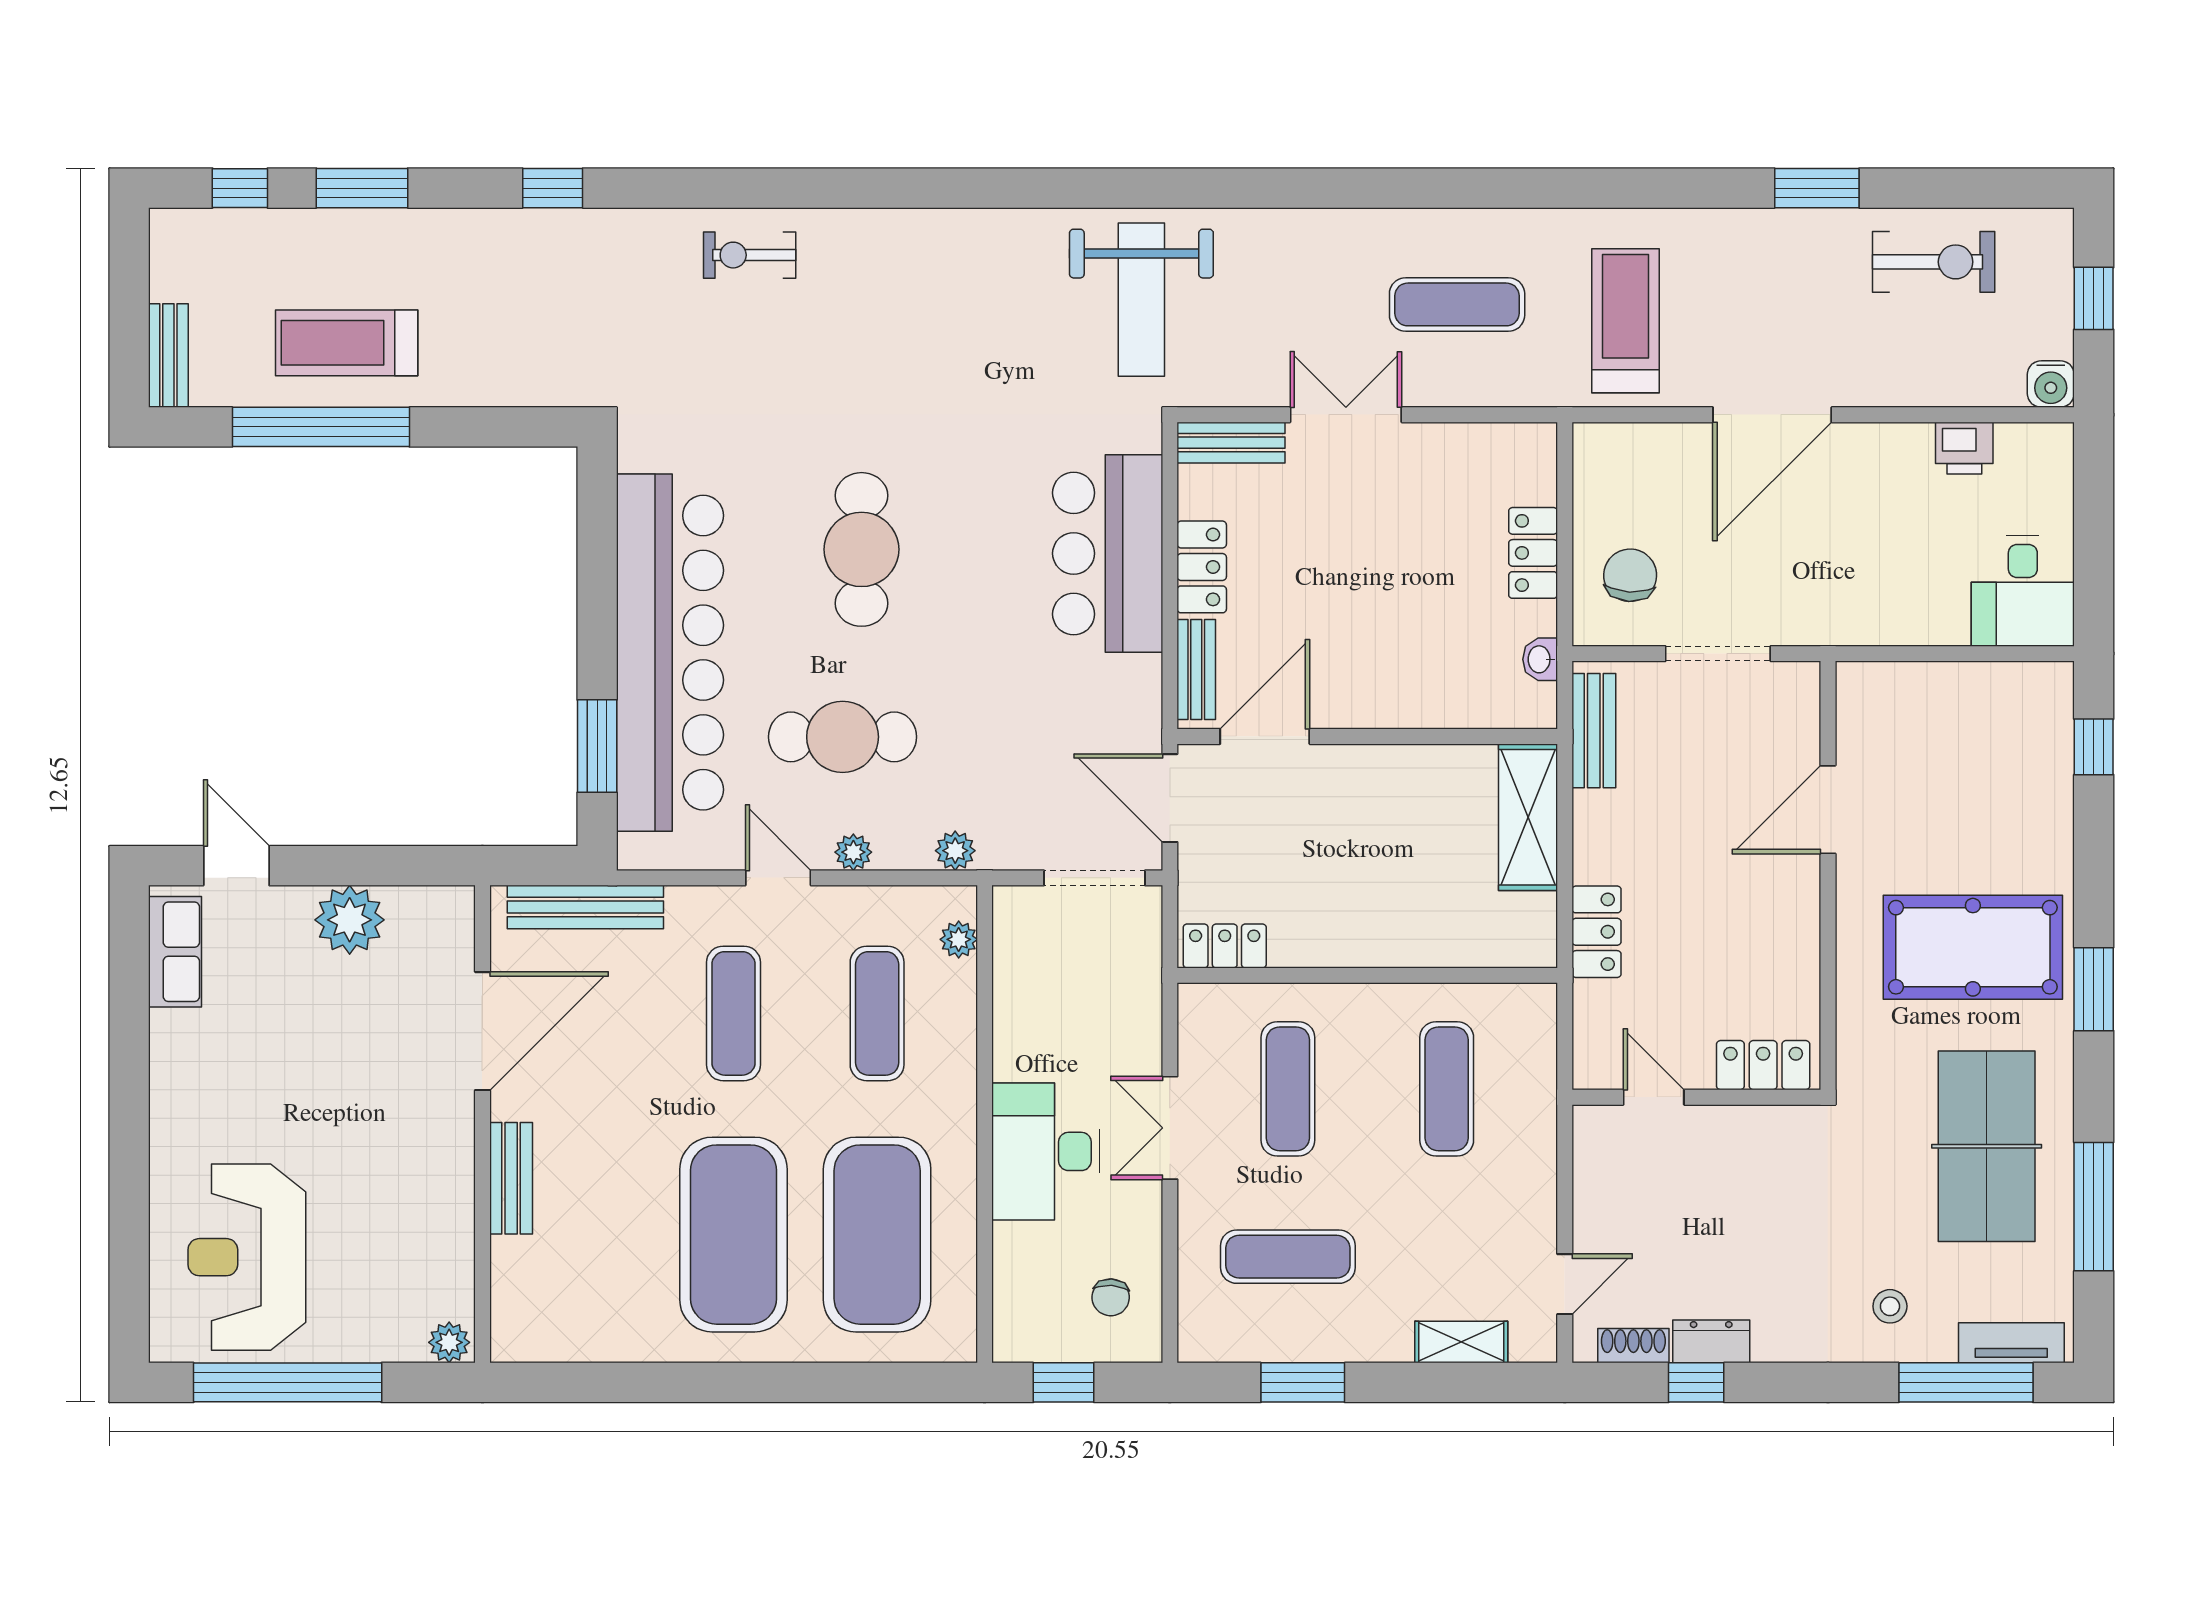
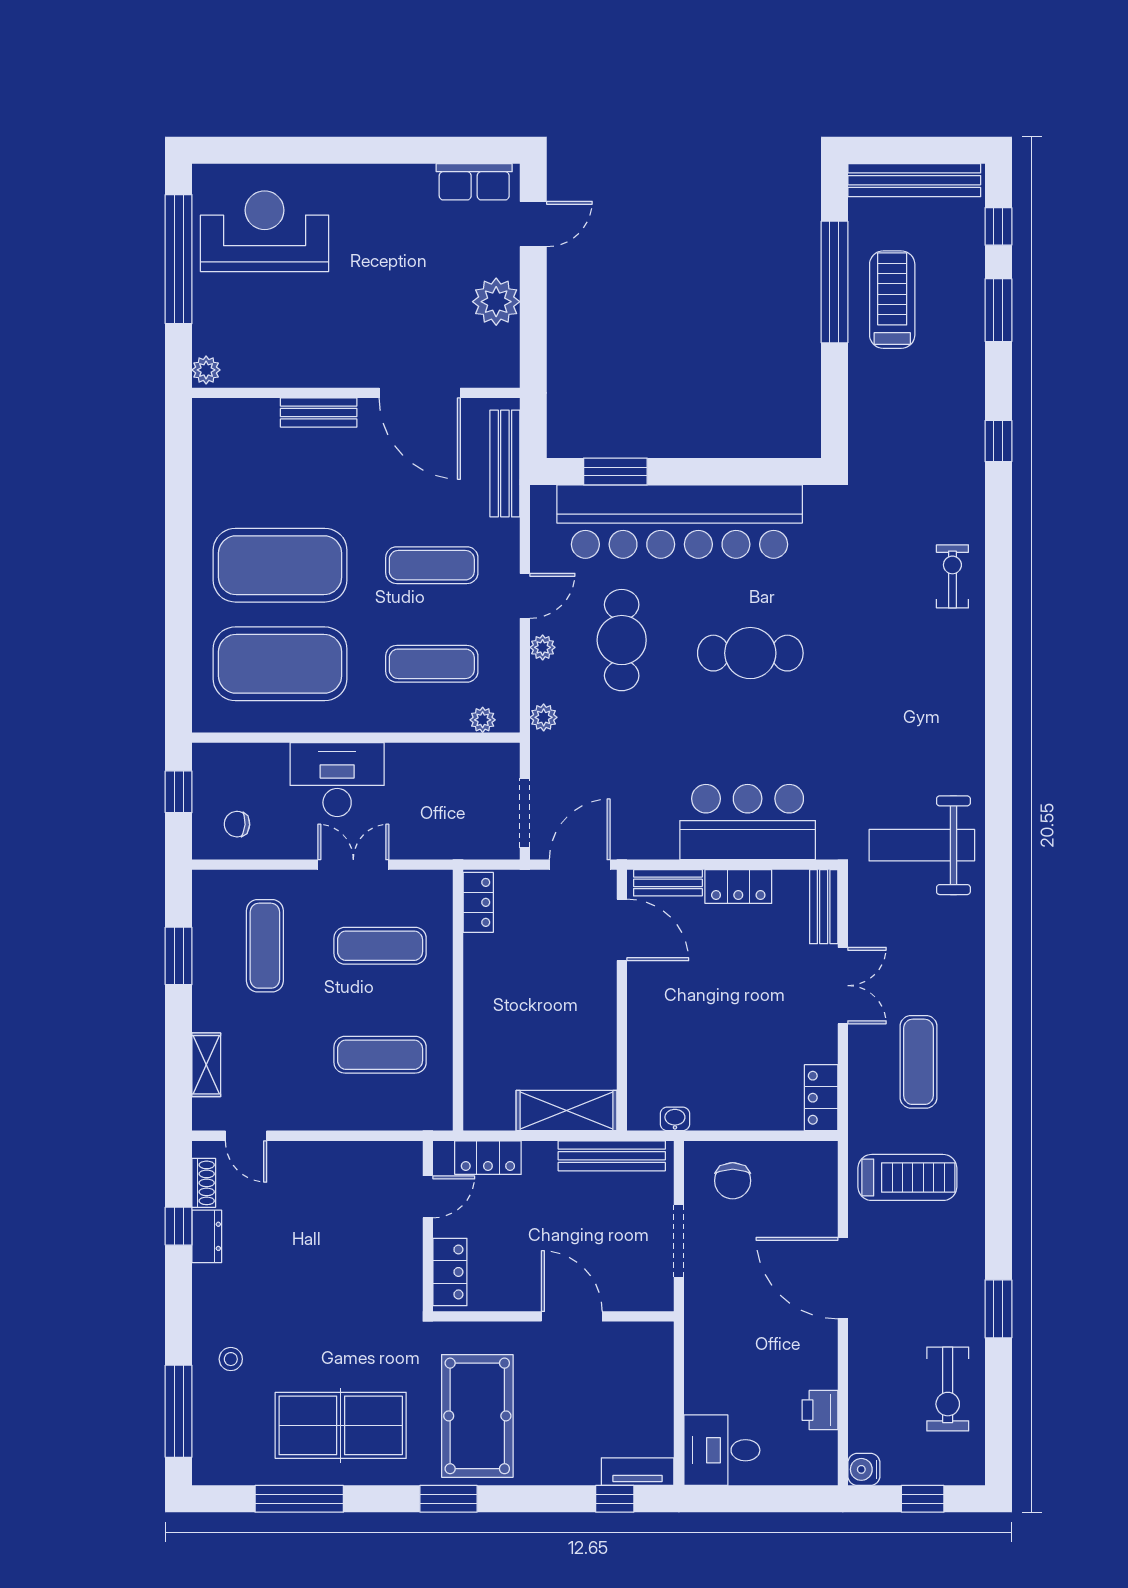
bench: (168, 355) -> (914, 180), width x1.86, depth x1.21
locker: (1533, 553) -> (821, 1098), moved, turned -90
chair: (1630, 575) -> (733, 1181), turned 87
bench: (1594, 731) -> (612, 1156), width x1.36
locker: (1763, 1065) -> (450, 1272), moved
door: (1654, 1097) -> (428, 1197), moved
wall: (1696, 1097) -> (428, 1226), moved
tv unit: (2011, 1343) -> (638, 1472), moved, turned -90

